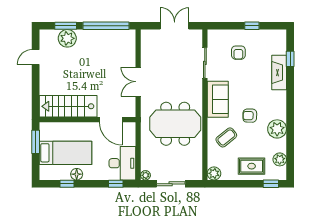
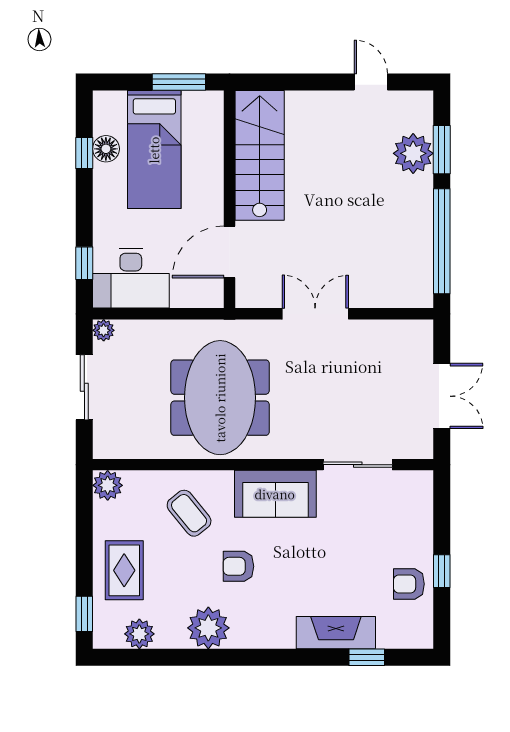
armchair: (238, 53) -> (409, 584), moved
armchair: (250, 116) -> (238, 566), turned -91
floor lamp: (77, 174) -> (106, 149), moved

